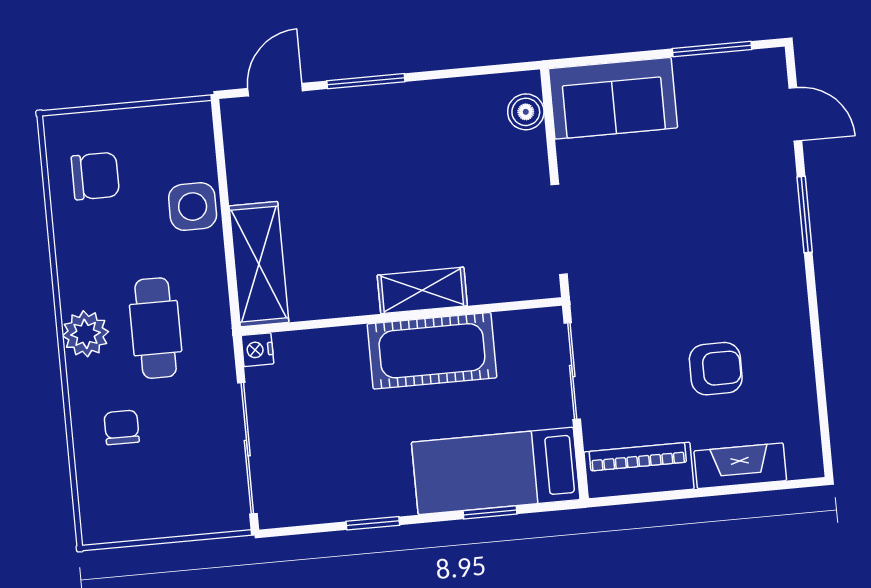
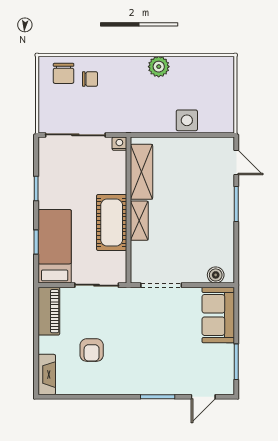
chair: (95, 176) -> (64, 73), moved
shelving: (259, 264) -> (141, 172), moved, turned 90
cafe table: (156, 328) -> (133, 99), removed
plant: (86, 334) -> (159, 67), moved
fireplace: (740, 466) -> (47, 375), moved

